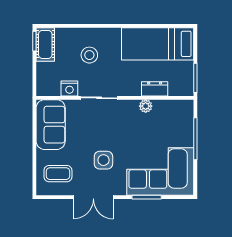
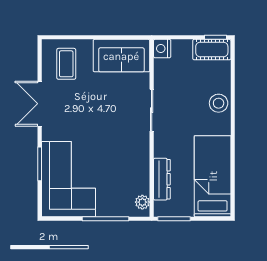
stool: (89, 55) -> (219, 103), moved
nightstand: (69, 89) -> (162, 49), moved
dresser: (155, 89) -> (162, 179), width x1.44
plant: (146, 106) -> (142, 202), moved
side table: (103, 160) -> (81, 115), removed

